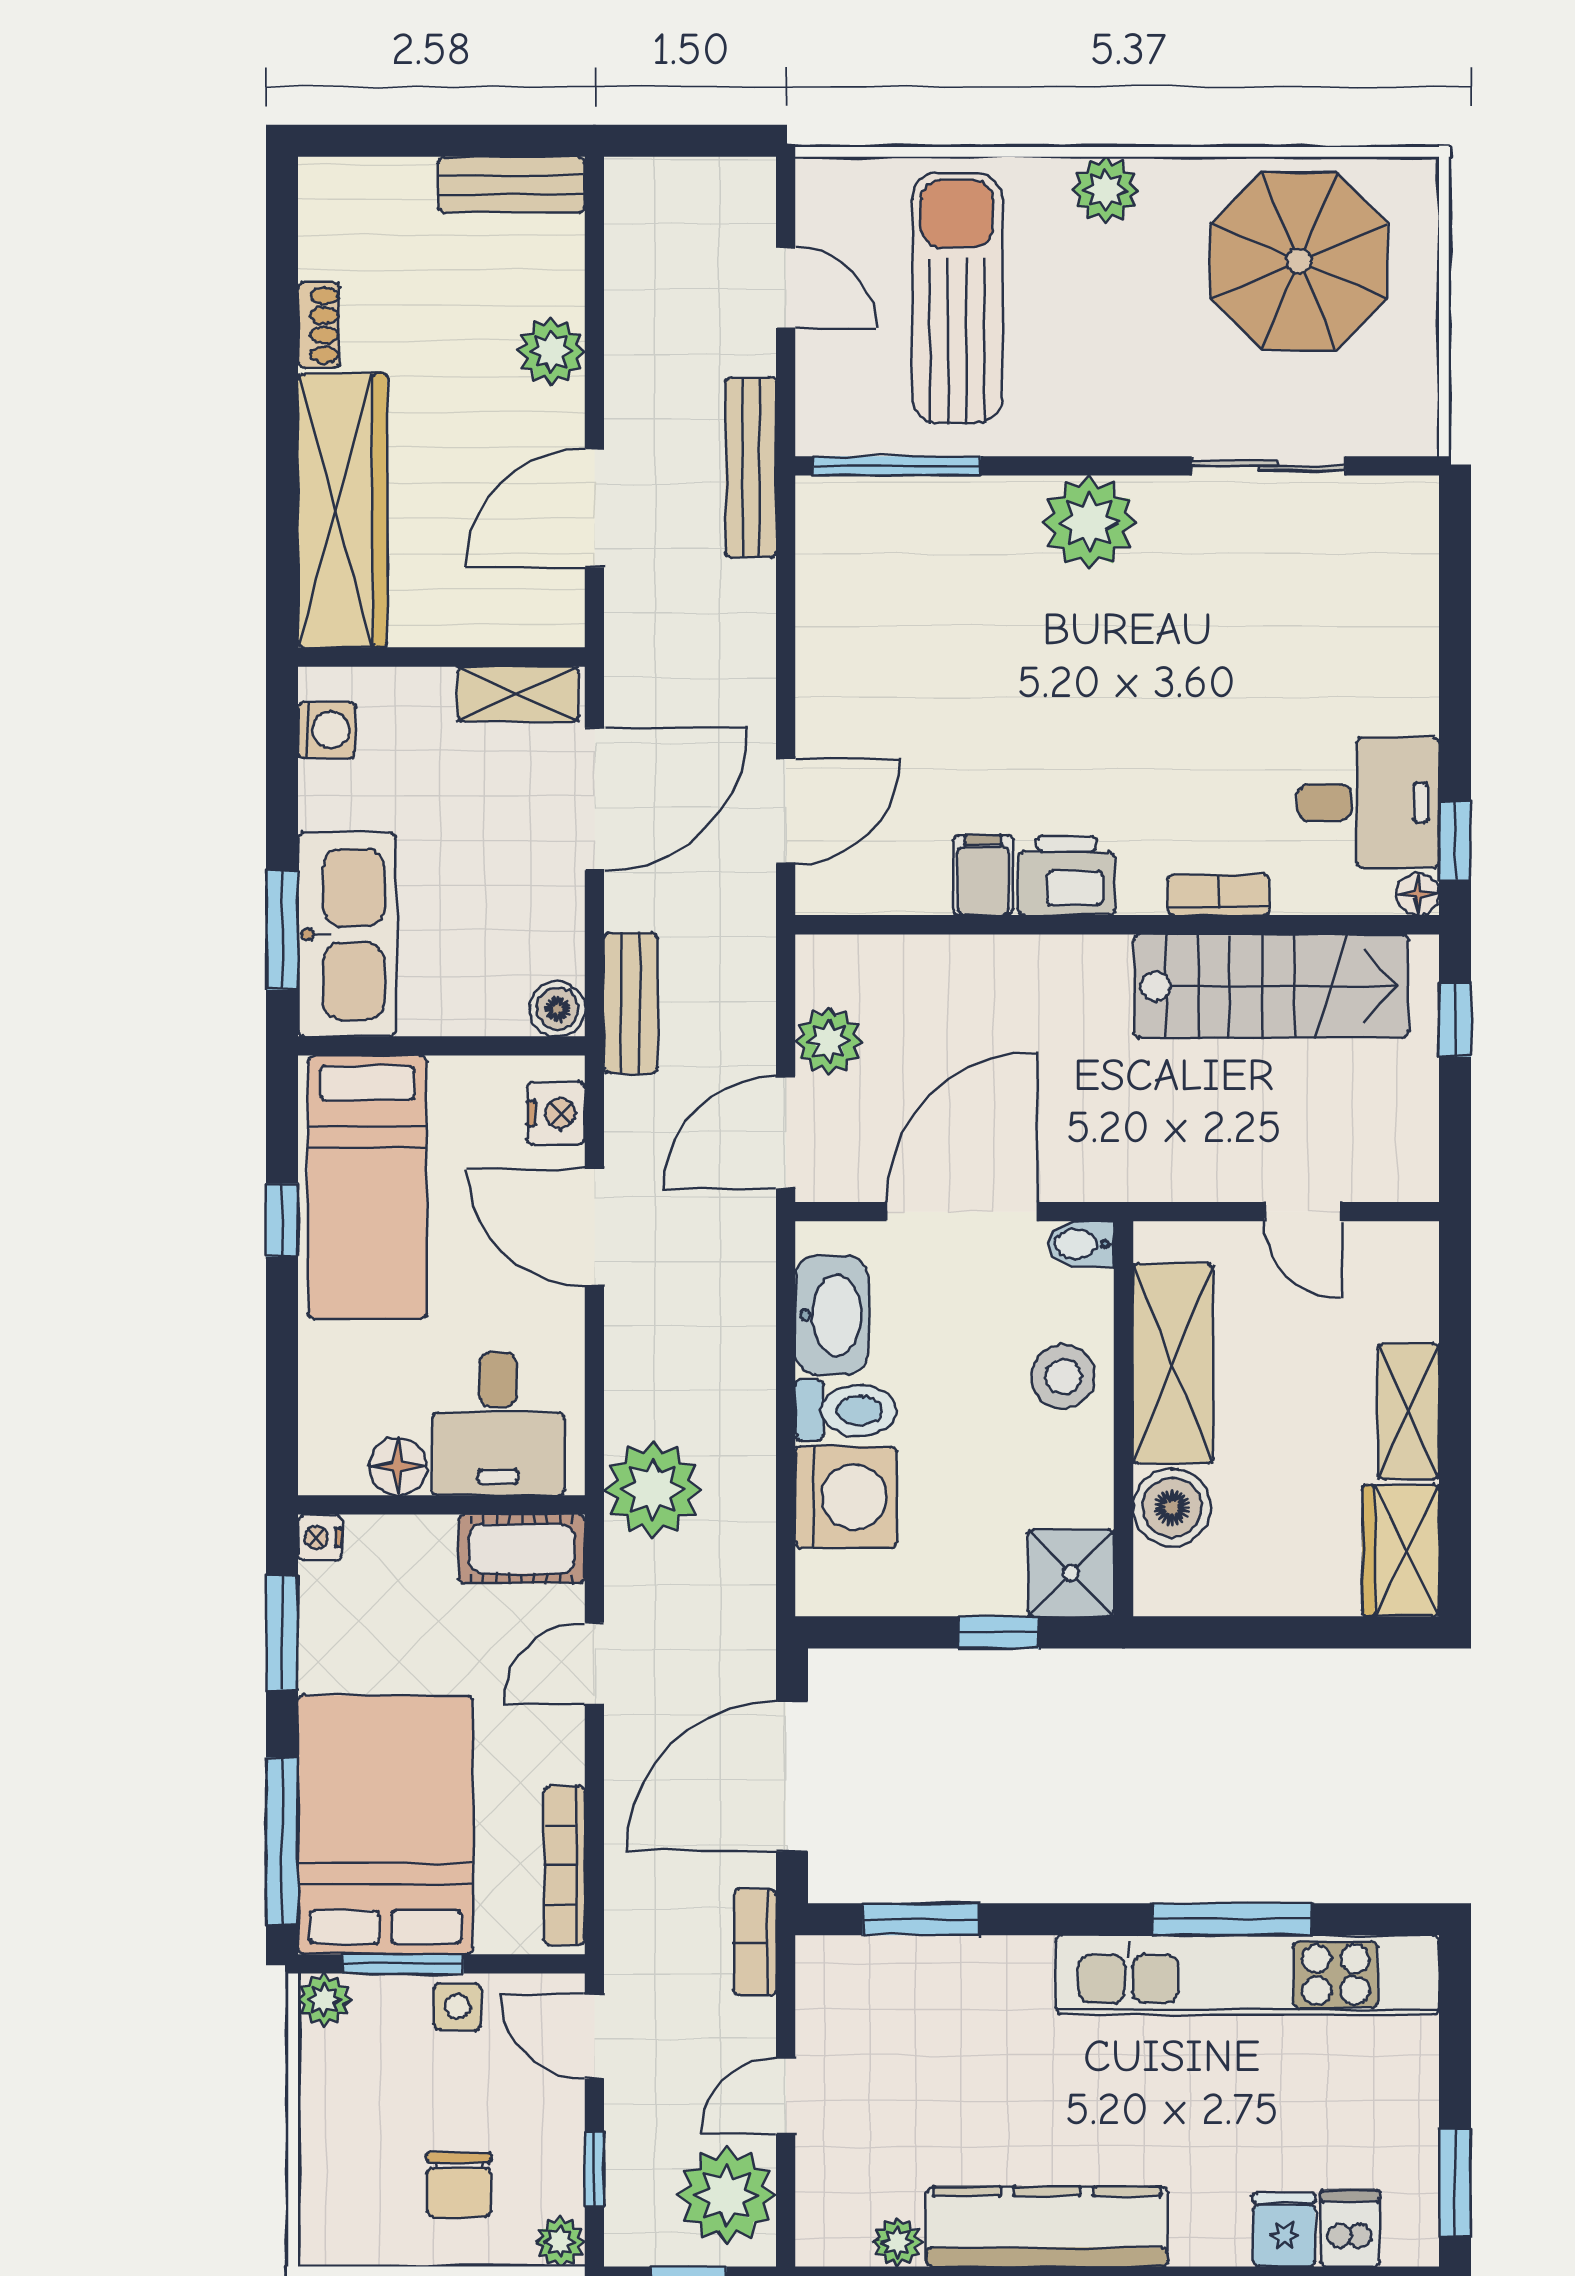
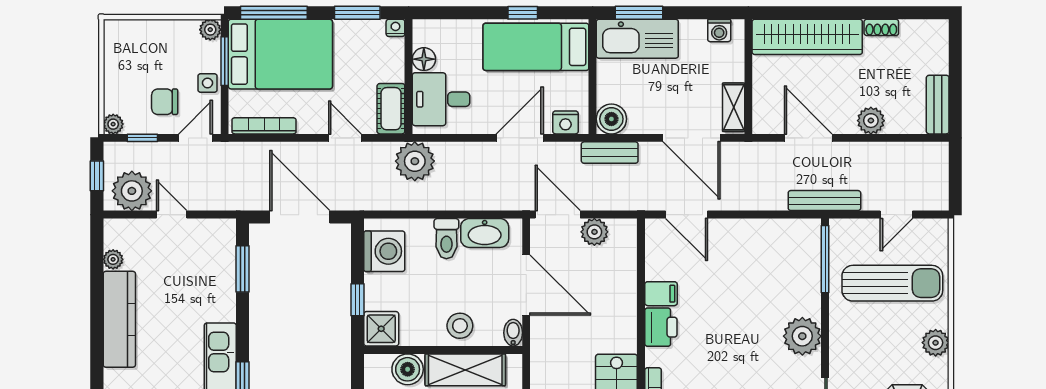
boiler: (557, 1009) -> (611, 119), width x1.36, depth x1.36
washing machine: (846, 1497) -> (384, 251), moved, turned -90
bookcase: (755, 1942) -> (233, 202), removed
chair: (459, 2185) -> (165, 102), moved

